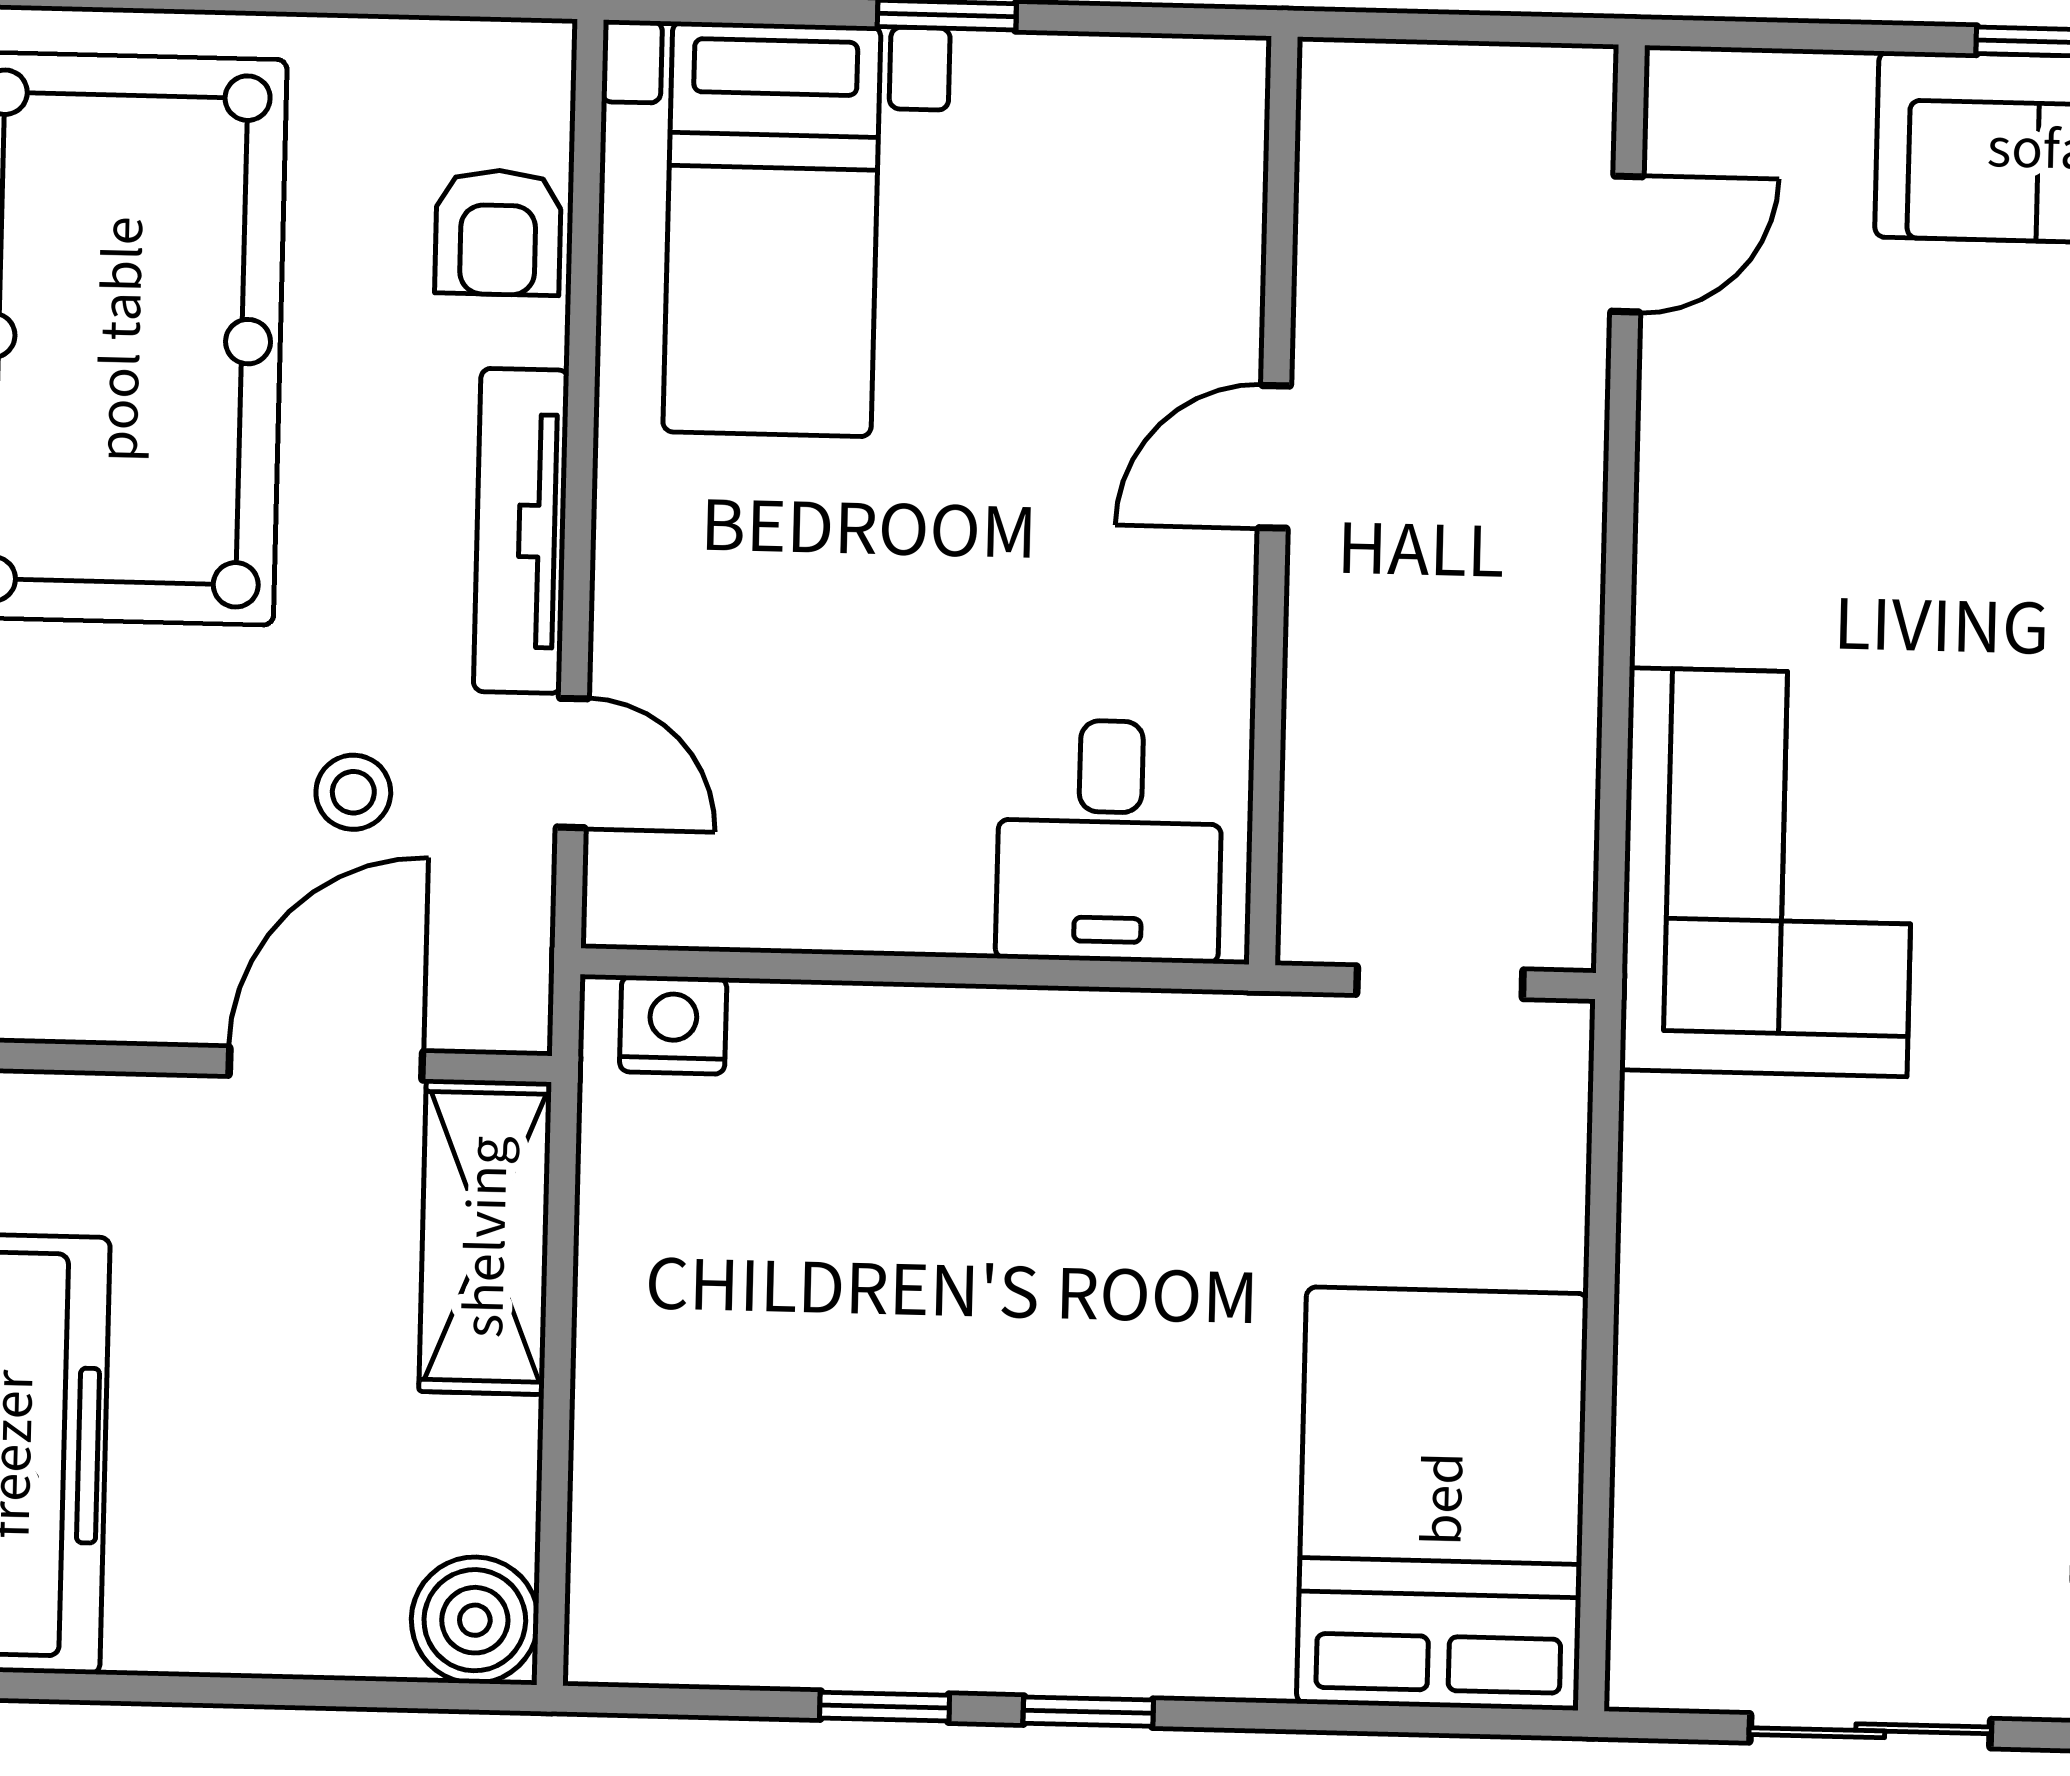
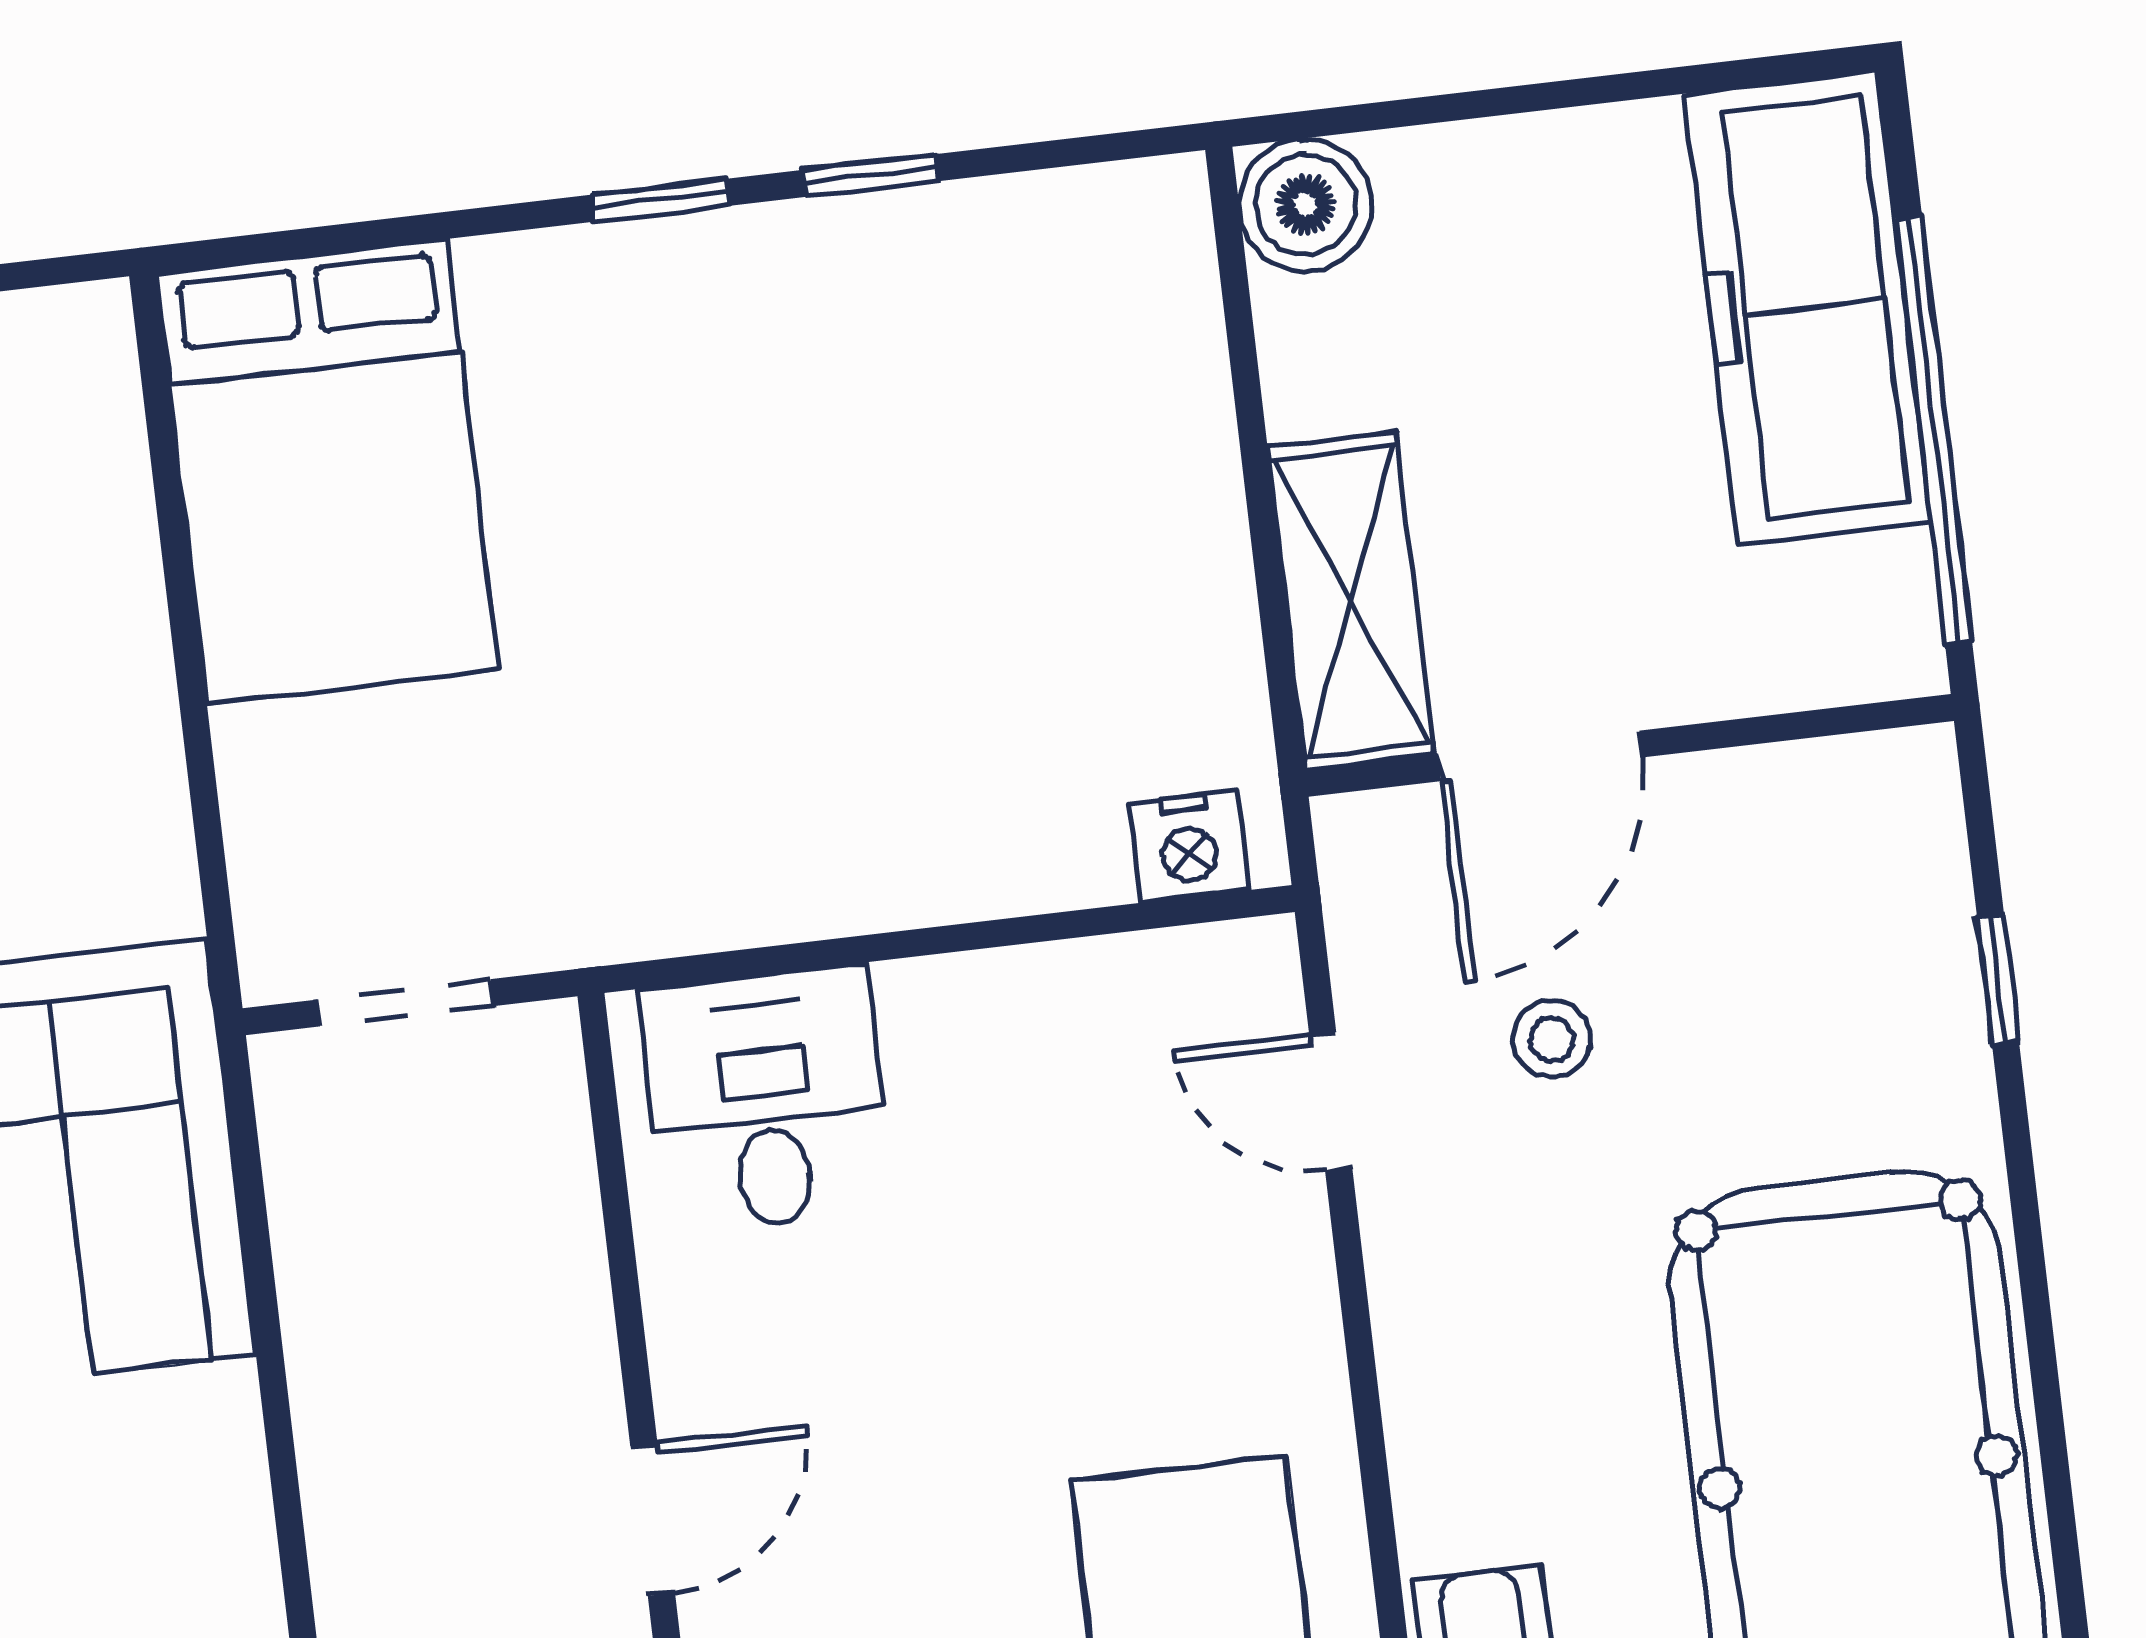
tv unit: (521, 531) -> (1417, 1333), removed

